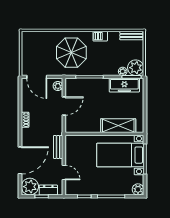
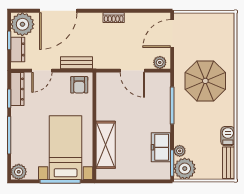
barbecue: (100, 36) -> (228, 136), moved
freezer: (124, 85) -> (161, 147), width x0.71
armchair: (74, 145) -> (79, 85), added
door: (20, 160) -> (58, 11), hinge flipped
dresser: (77, 190) -> (17, 89), added

